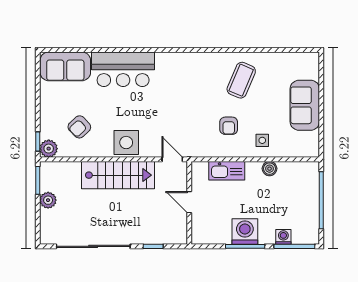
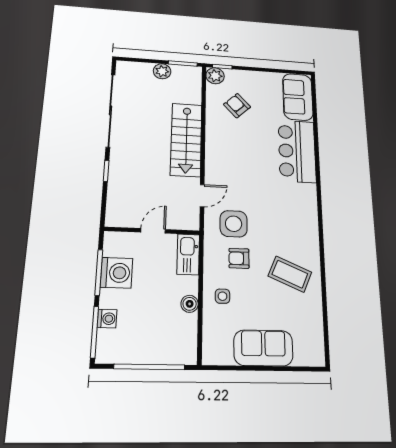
side table: (126, 143) -> (234, 224), moved
door: (189, 202) -> (153, 231), moved
wall: (189, 203) -> (152, 231), moved

